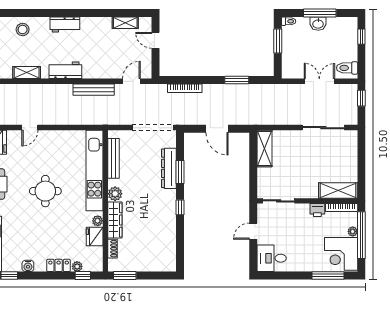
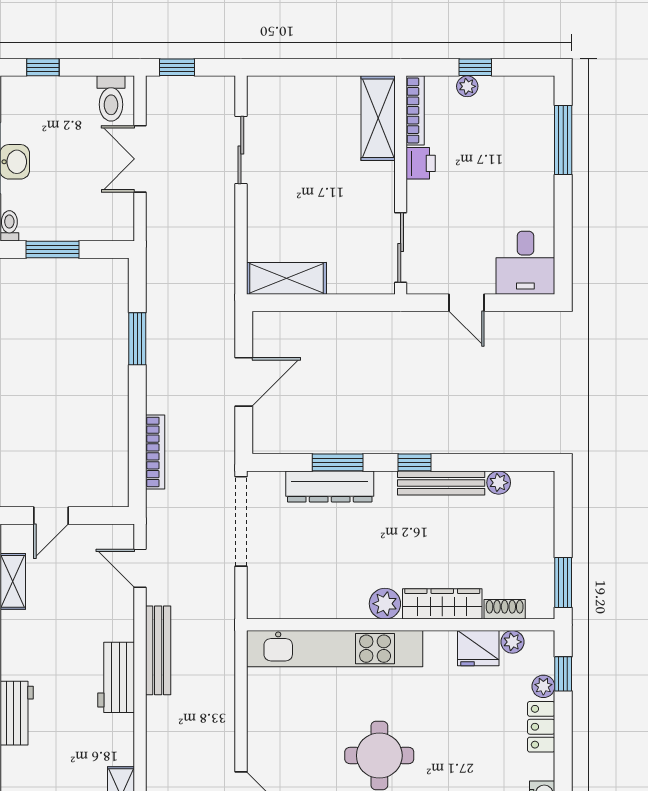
workbench: (65, 70) -> (116, 677), moved
sliding door: (323, 128) -> (241, 150), width x0.73
bench: (114, 158) -> (441, 483), moved
plant: (98, 221) -> (512, 642), moved
window: (361, 235) -> (475, 67), width x0.32
plant: (171, 246) -> (499, 483), added
corner desk: (341, 254) -> (516, 112), removed

